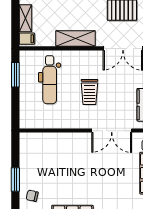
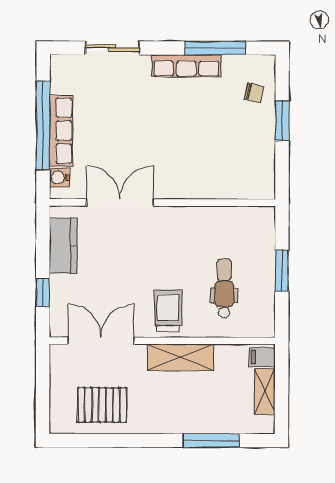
window: (15, 75) -> (282, 271), moved
dental chair: (50, 80) -> (224, 288), width x0.73, depth x0.72
trolley: (89, 92) -> (168, 311), moved

